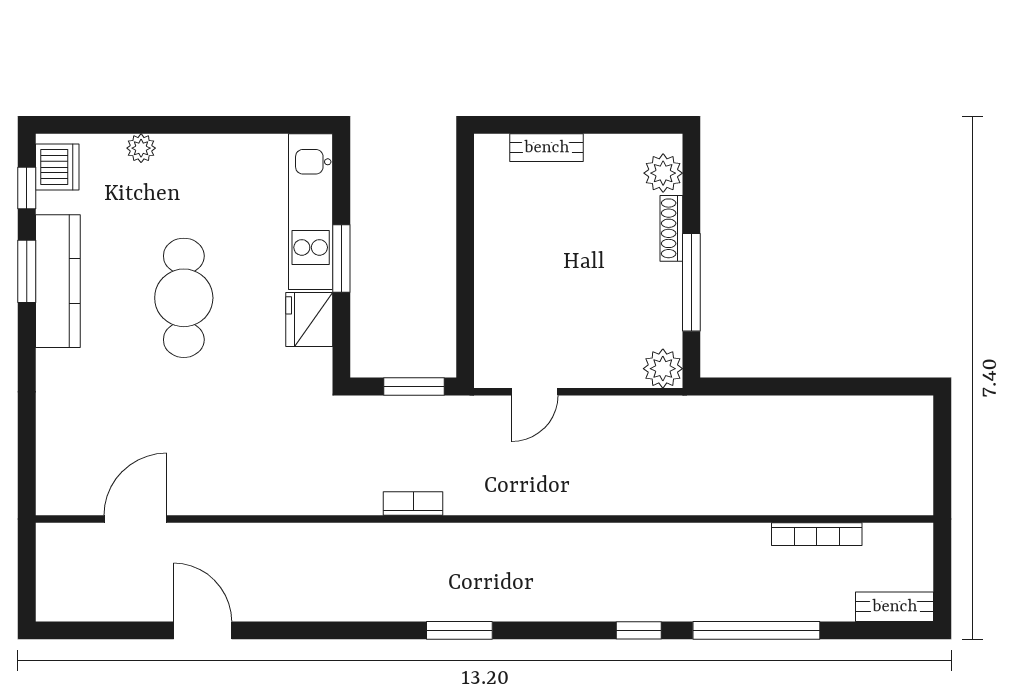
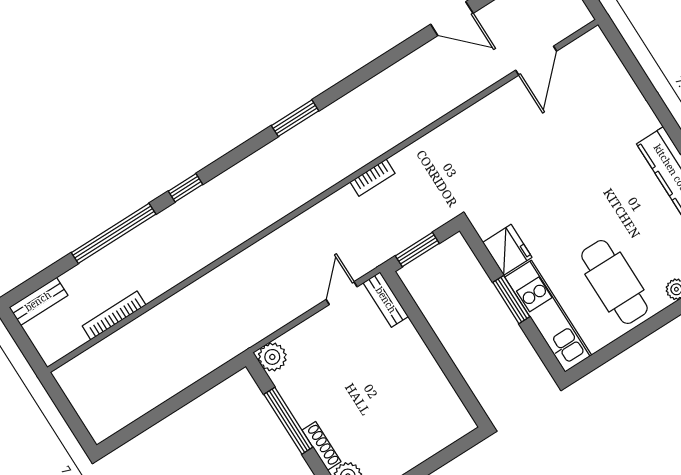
bench: (547, 148) -> (386, 300), moved, turned 90
cafe table: (184, 298) -> (614, 282), moved

